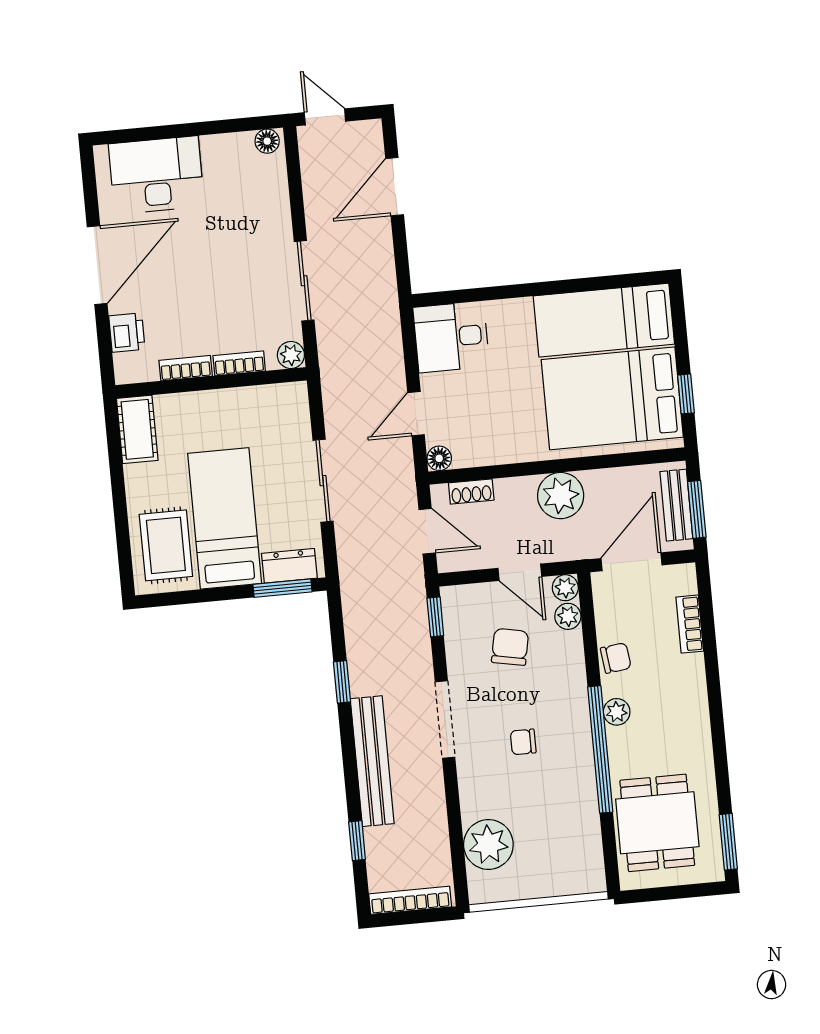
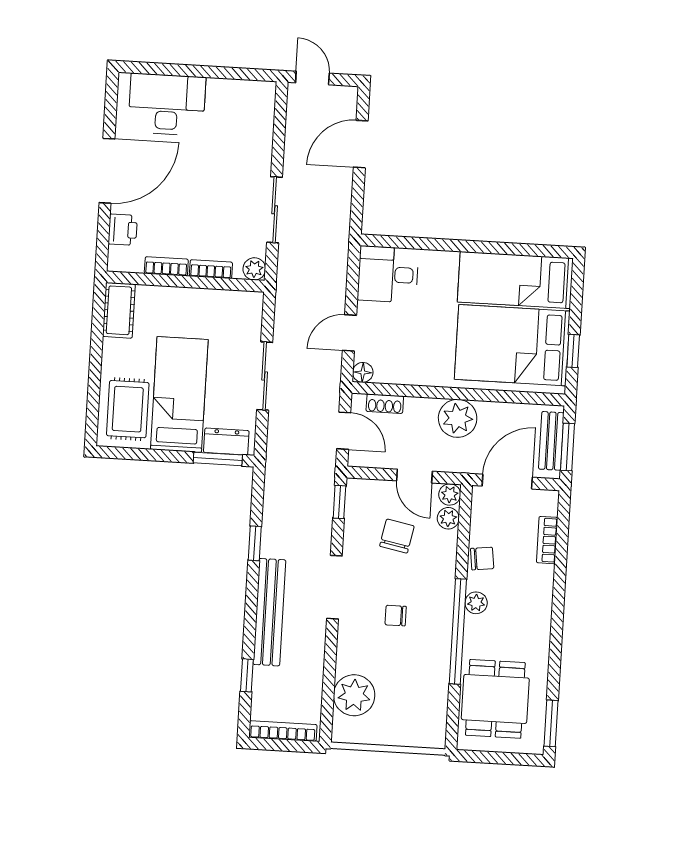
floor lamp: (267, 141) -> (262, 91), removed

